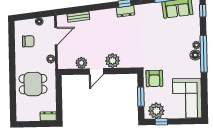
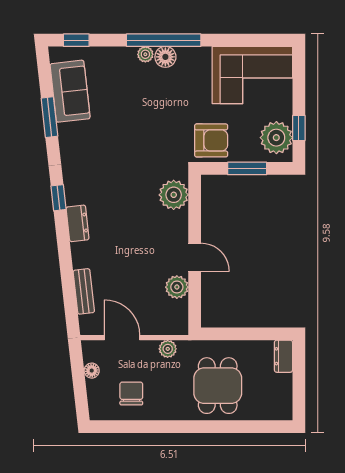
dresser: (125, 11) -> (78, 223), moved
plant: (113, 61) -> (174, 195), moved

